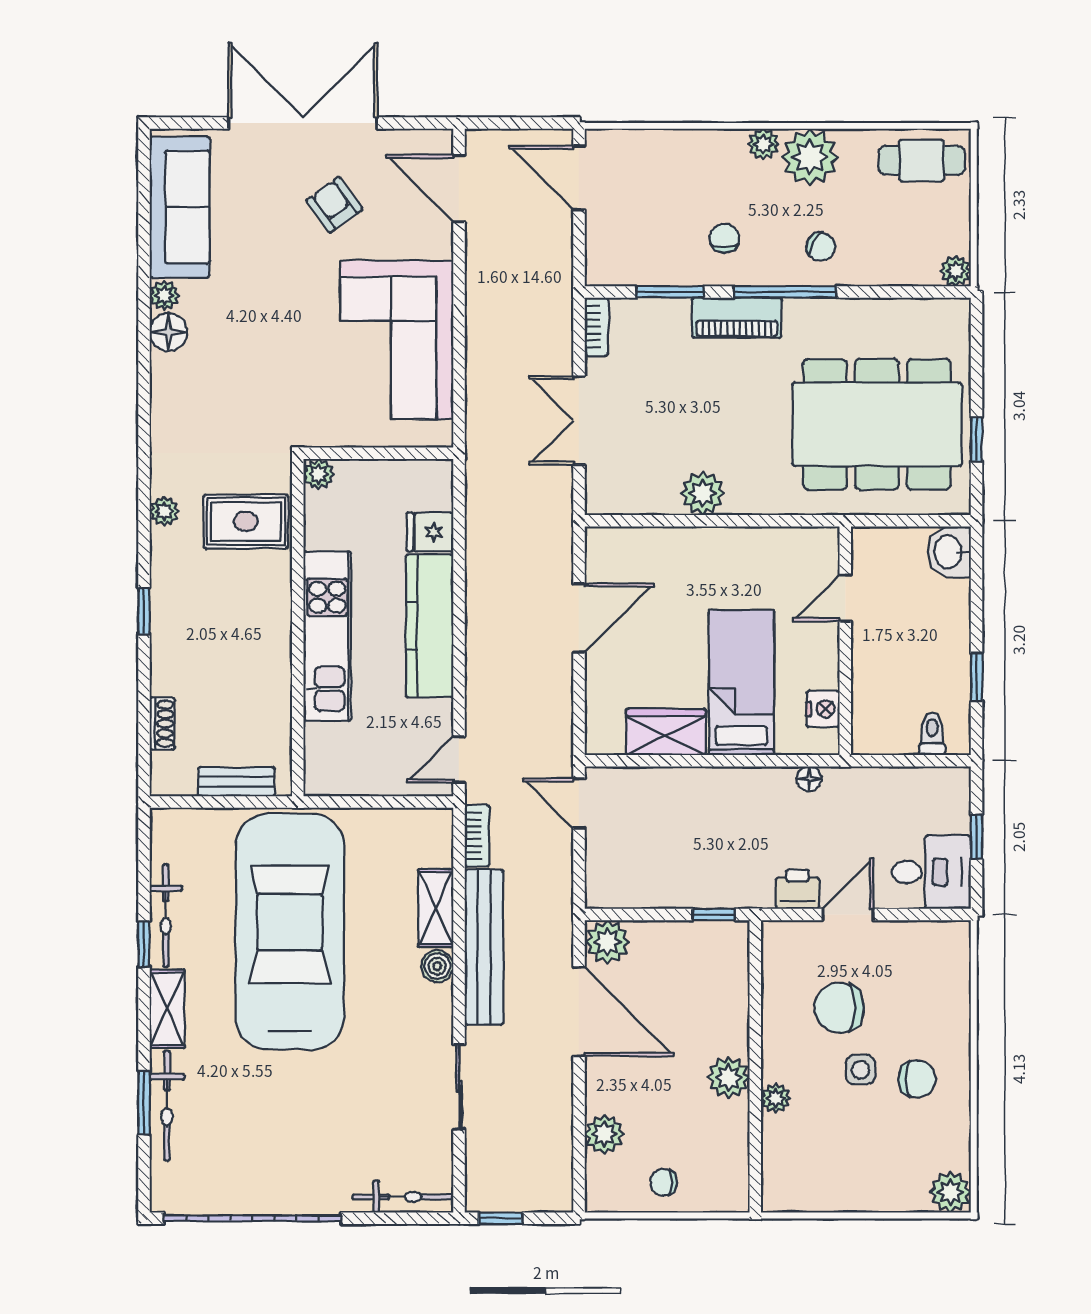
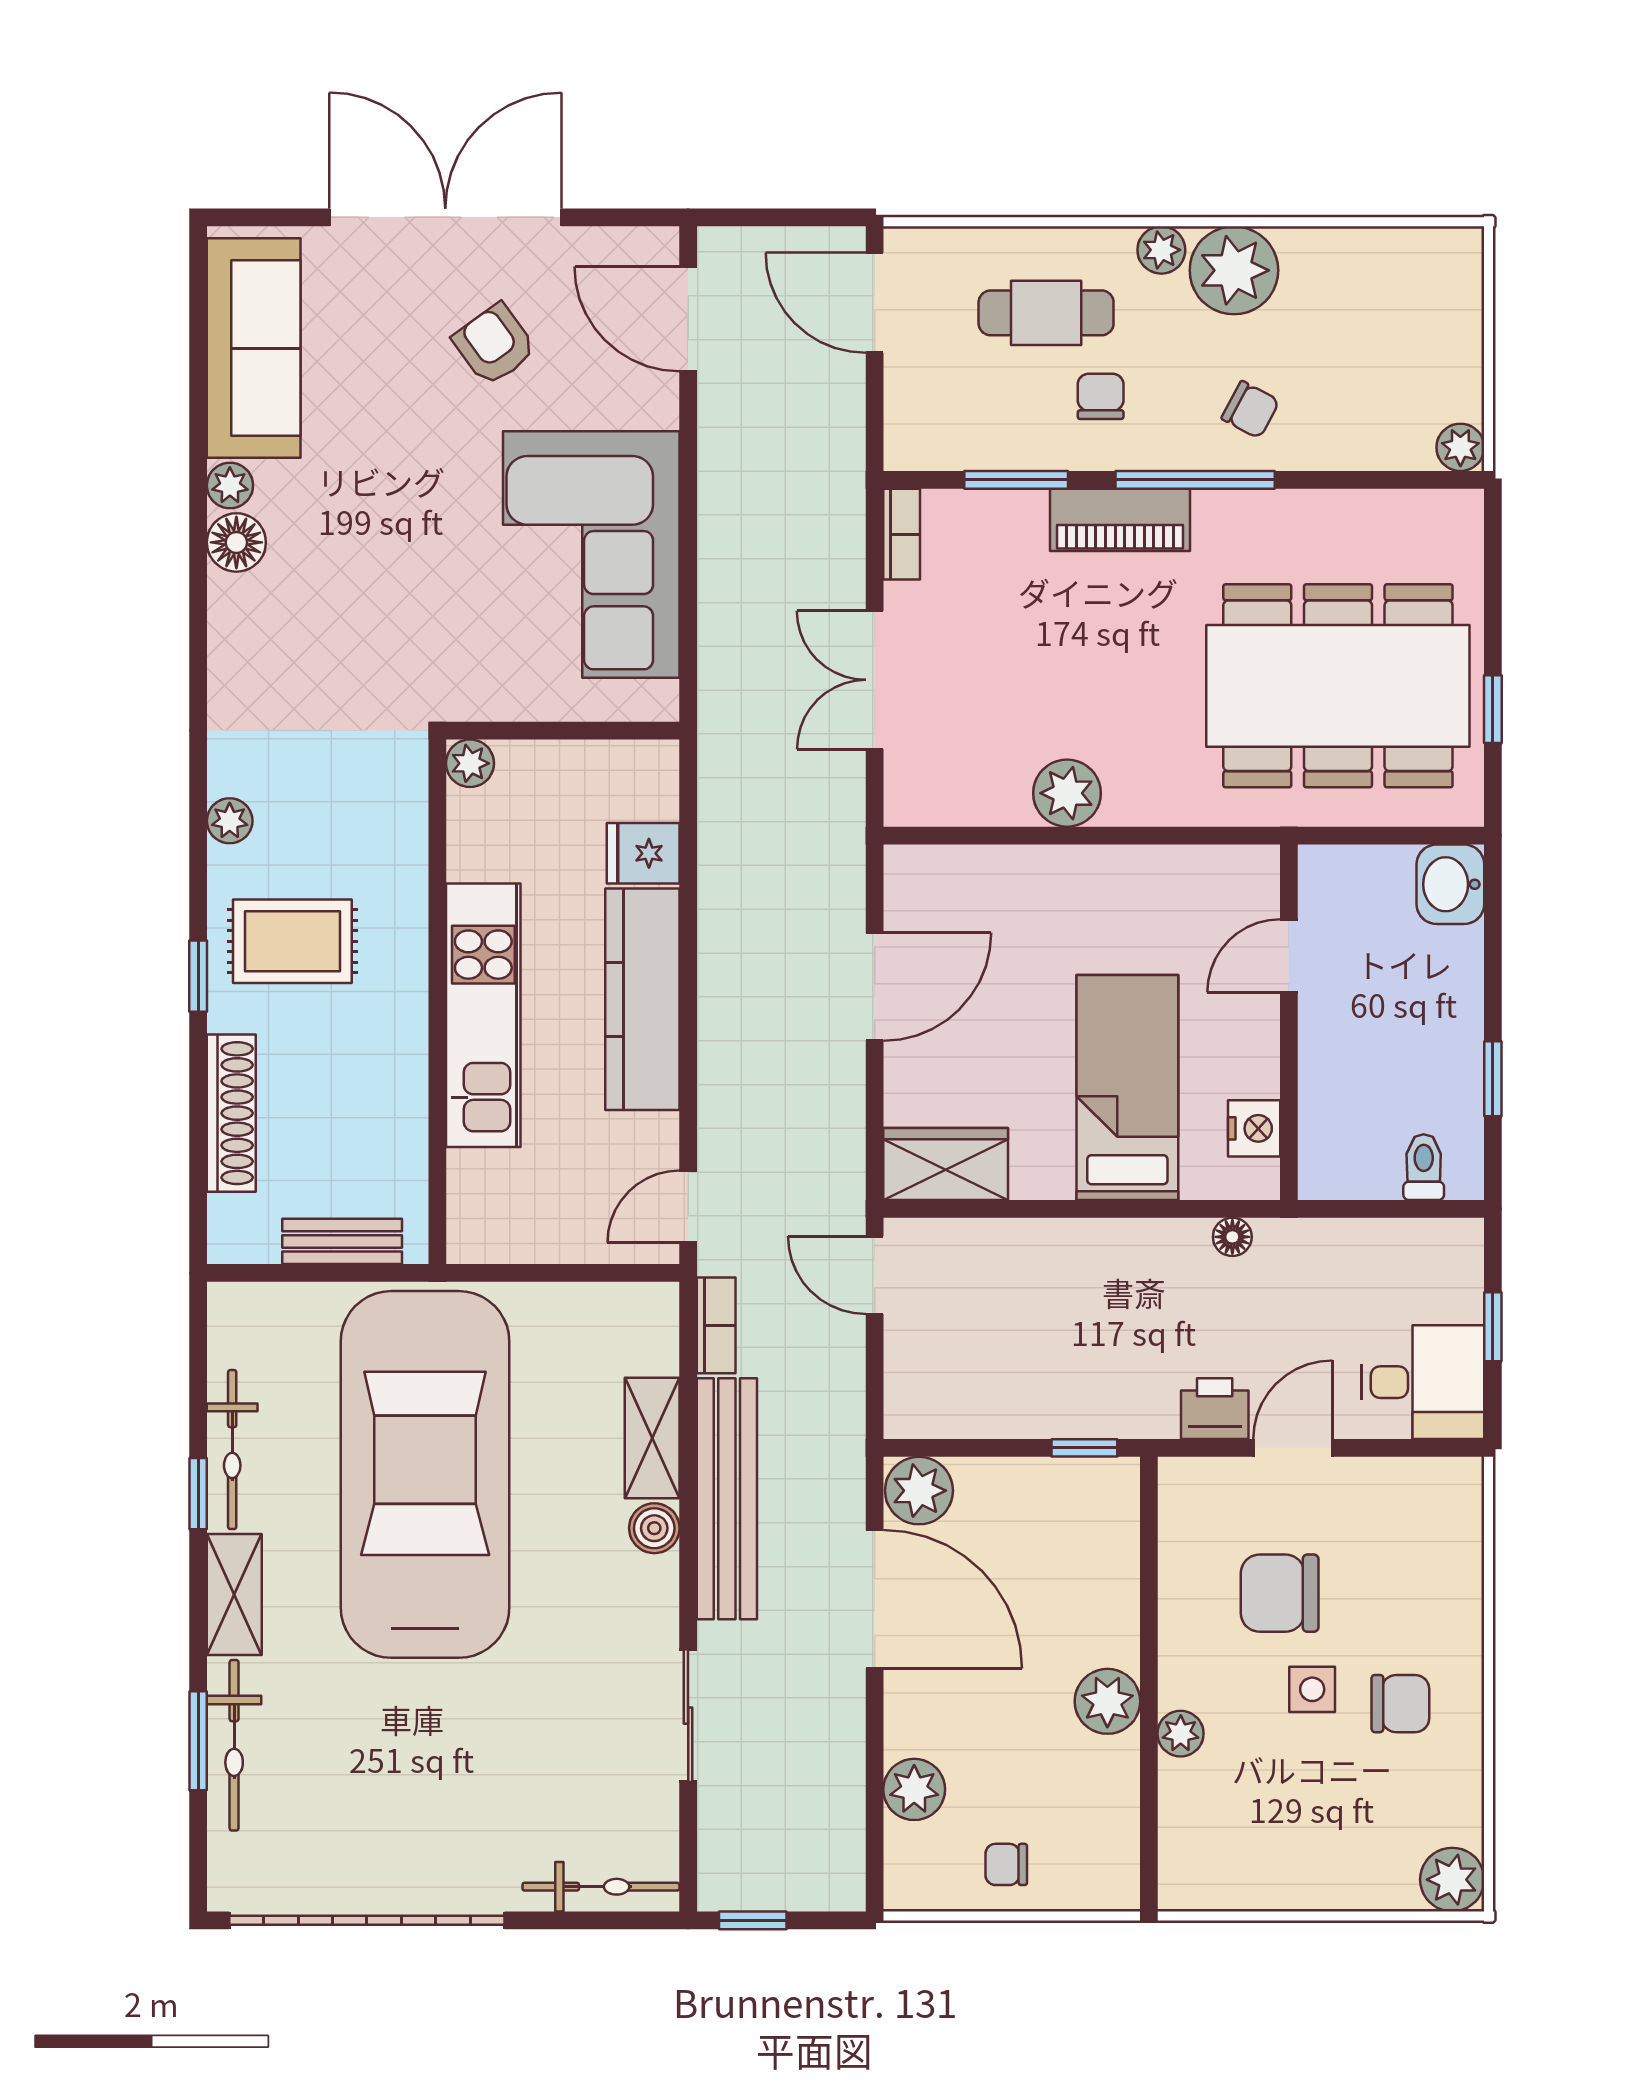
cafe table: (922, 160) -> (1046, 313), moved
rug: (246, 521) -> (292, 941), moved
shoe rack: (162, 724) -> (231, 1113), width x1.94, depth x1.24
wardrobe: (666, 732) -> (946, 1164), moved

